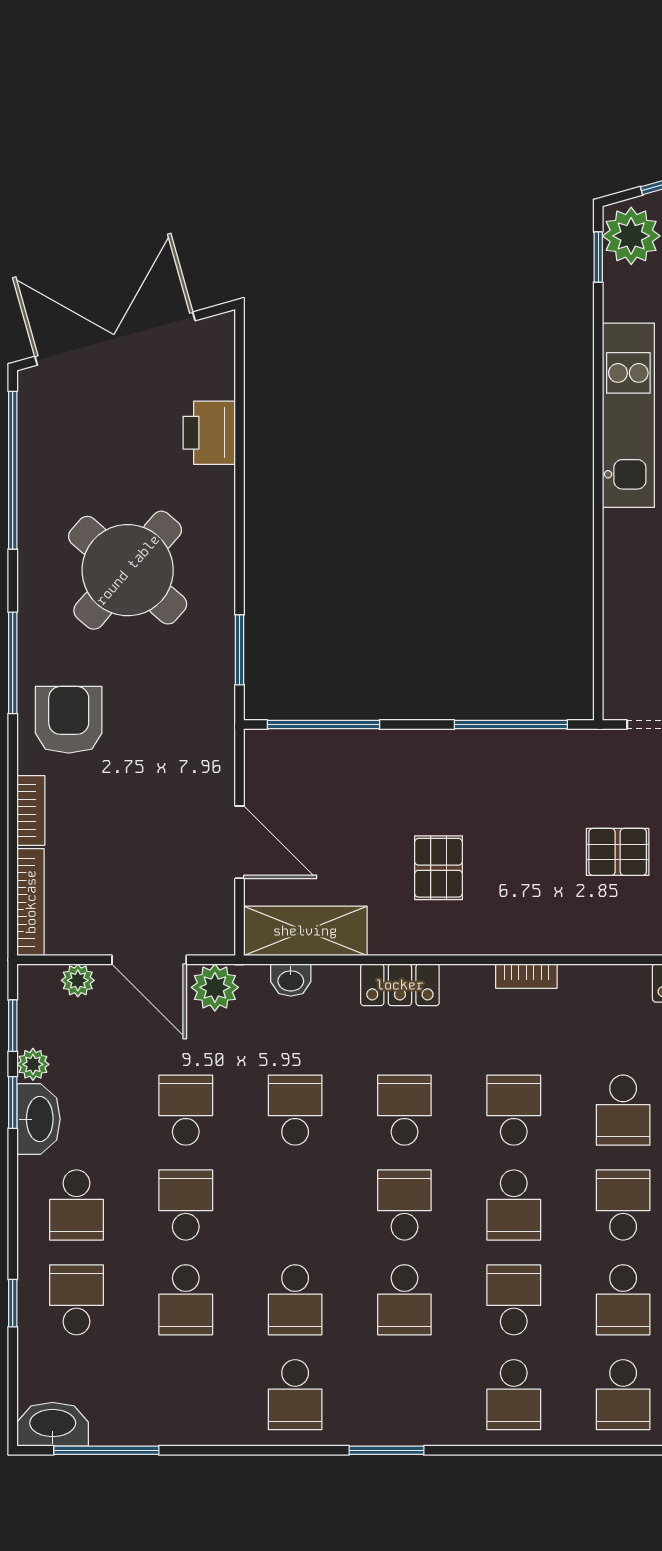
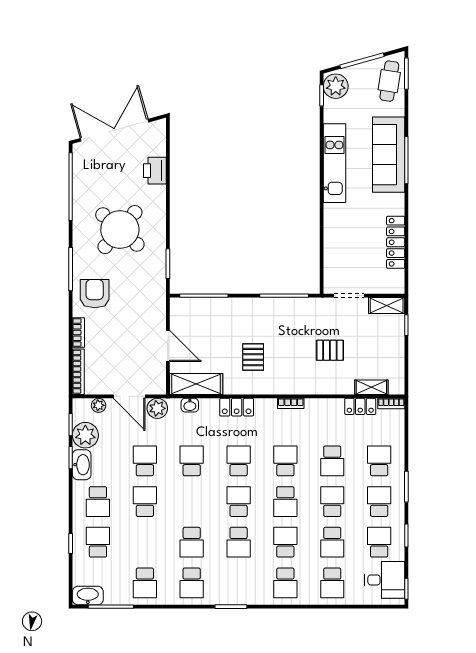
plant: (33, 1064) -> (85, 435), width x1.87, depth x1.87
school desk: (186, 1300) -> (145, 583), moved

